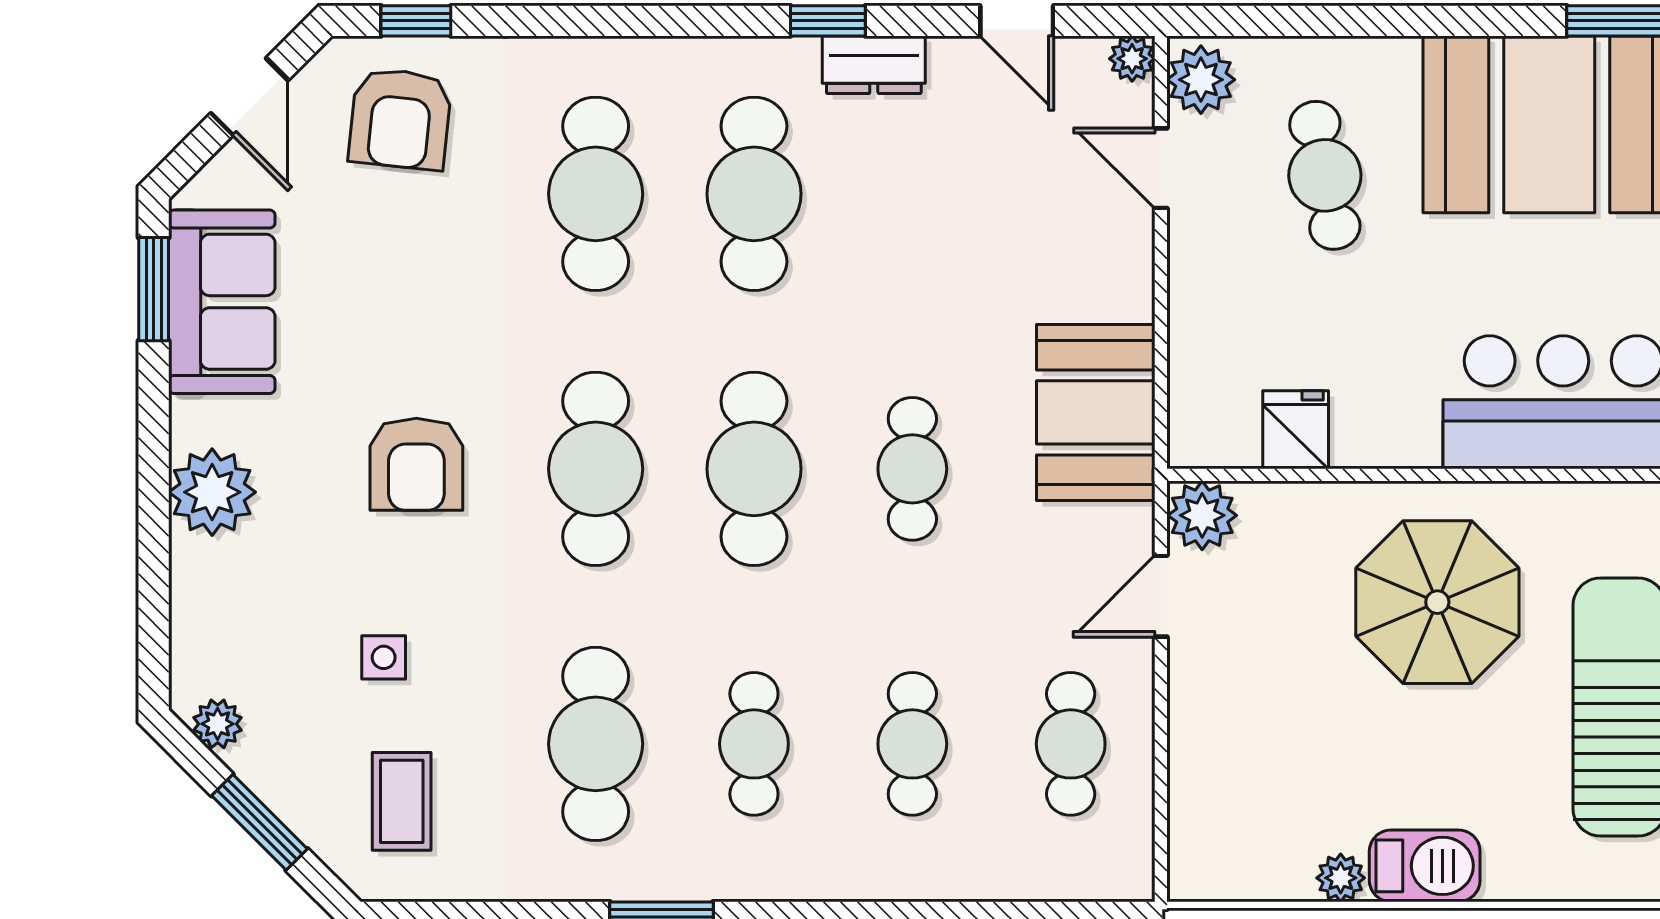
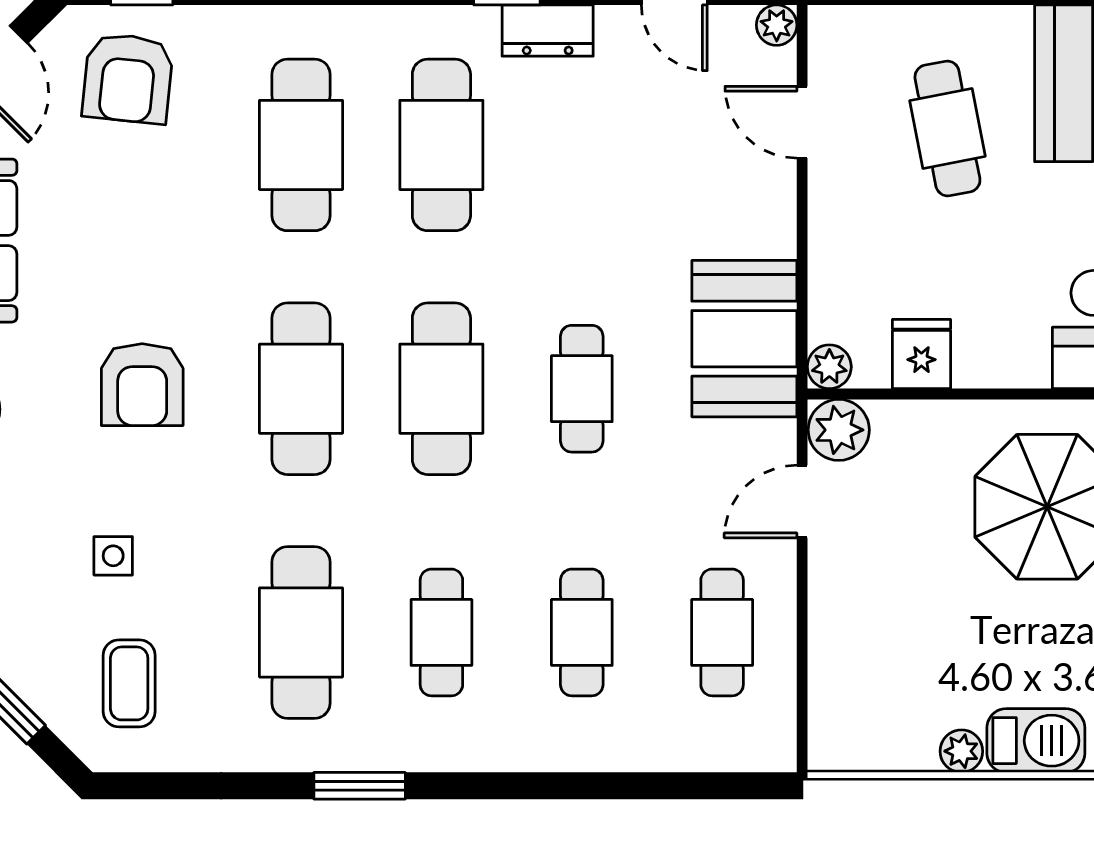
plant: (1201, 80) -> (829, 367), moved, width x0.73, depth x0.73

